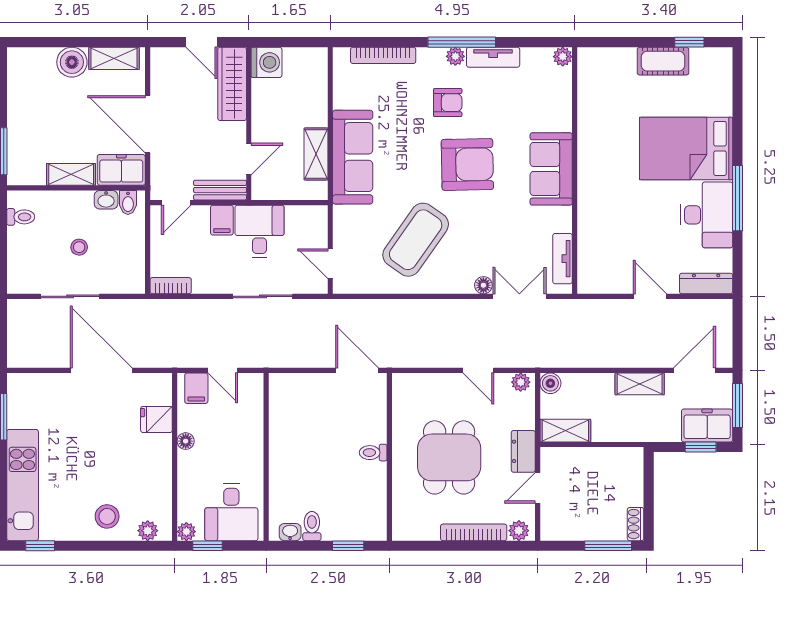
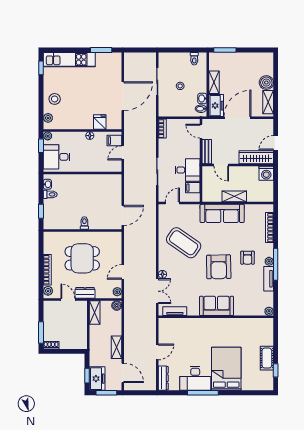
shelving: (316, 154) -> (234, 196), moved
filing cabinet: (222, 220) -> (193, 188), moved

